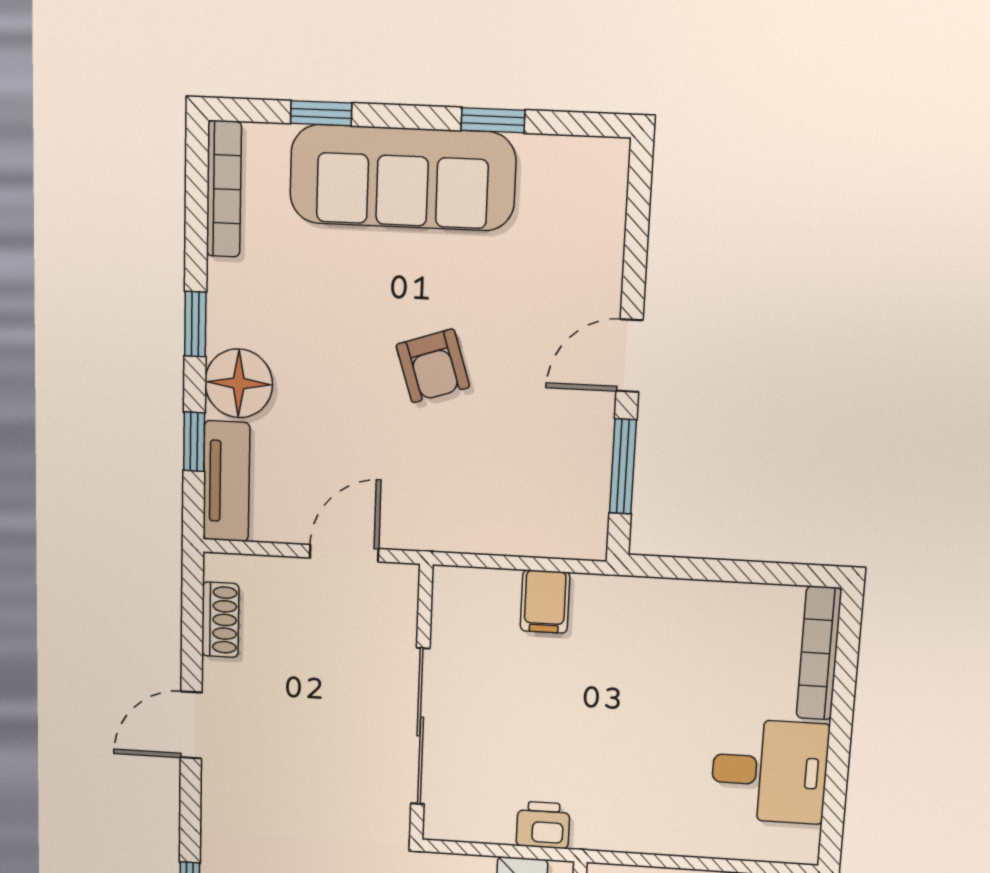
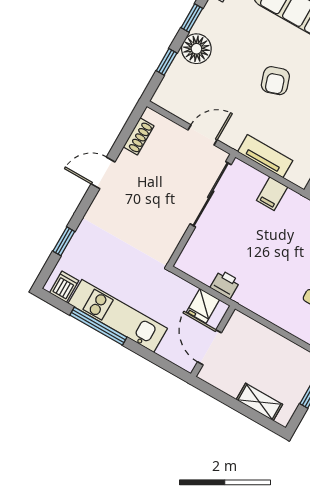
tv unit: (226, 481) -> (265, 156), moved, turned -90
sliding door: (420, 727) -> (211, 194), moved

